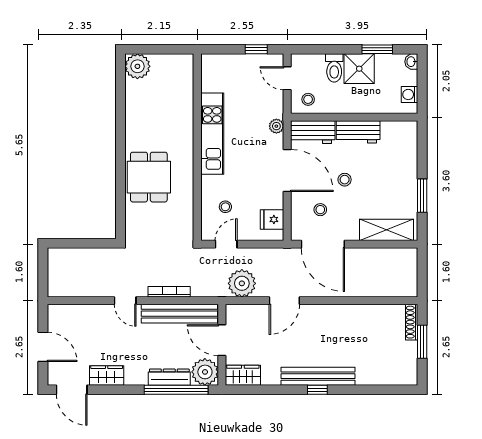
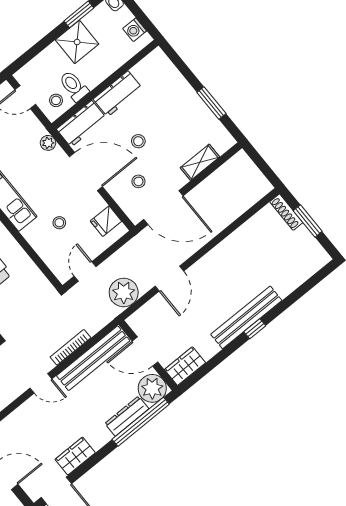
toilet: (334, 68) -> (74, 86), moved, turned 180
stool: (225, 207) -> (59, 223), moved
shelving: (386, 230) -> (200, 162), width x0.67, depth x0.75

